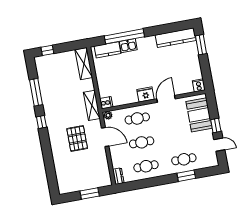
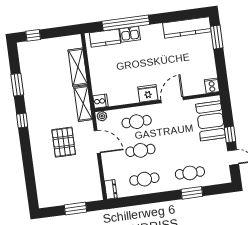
shelving: (84, 64) -> (78, 67), moved
window: (36, 92) -> (17, 85), width x0.69

